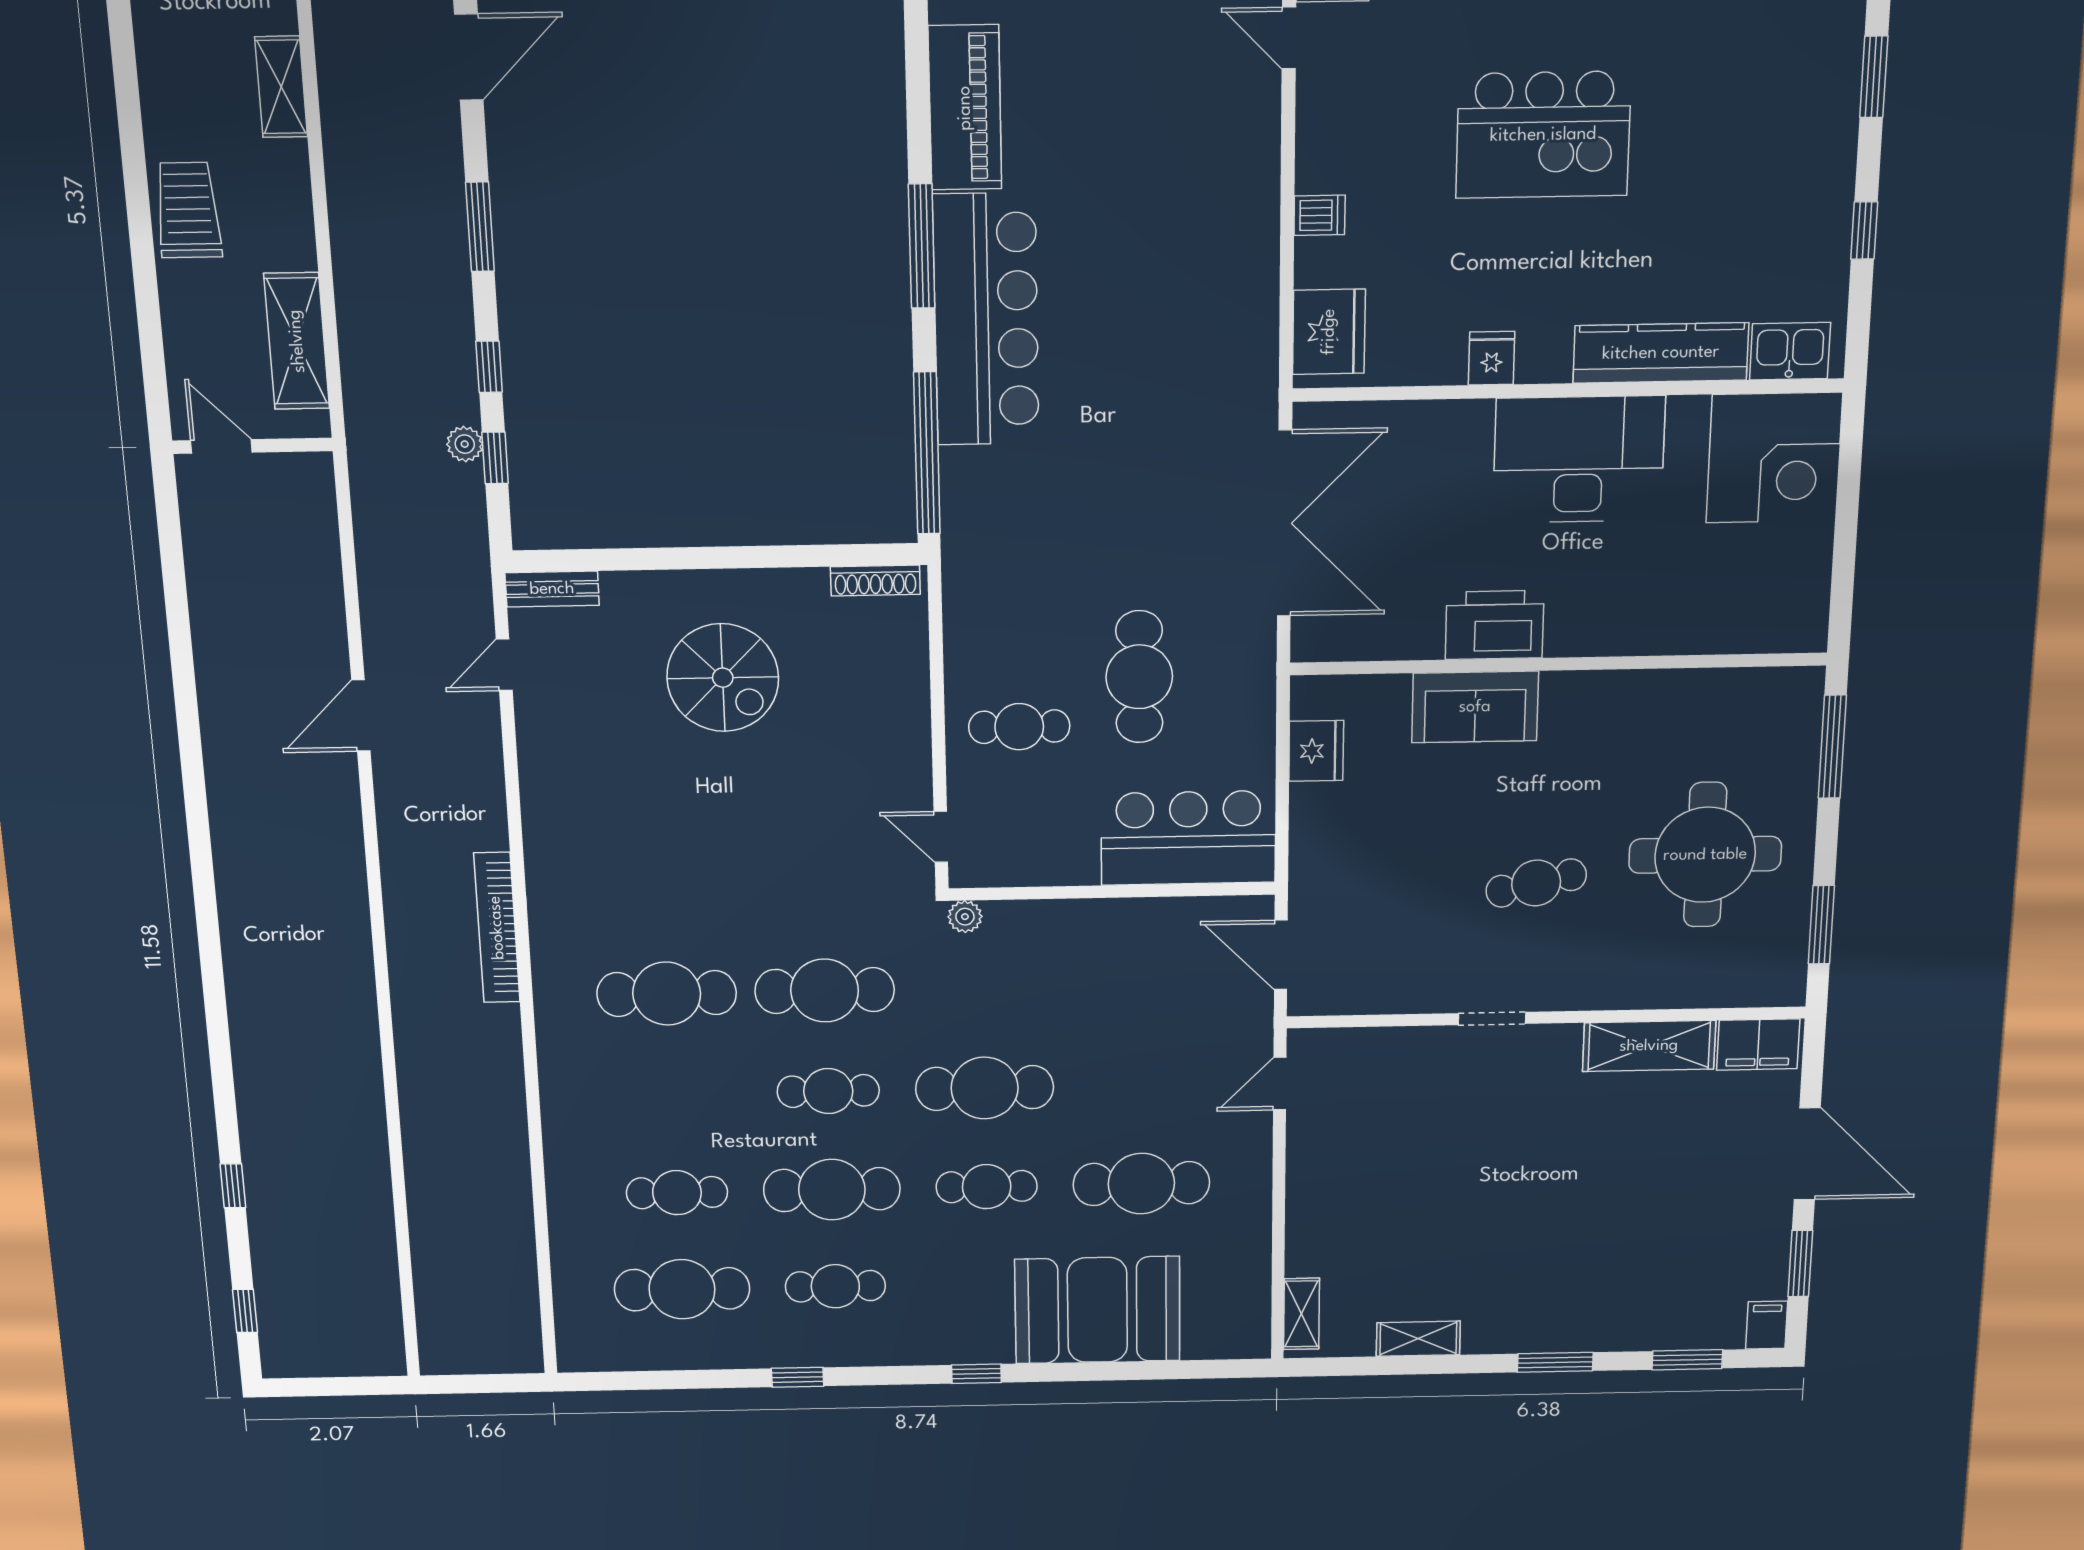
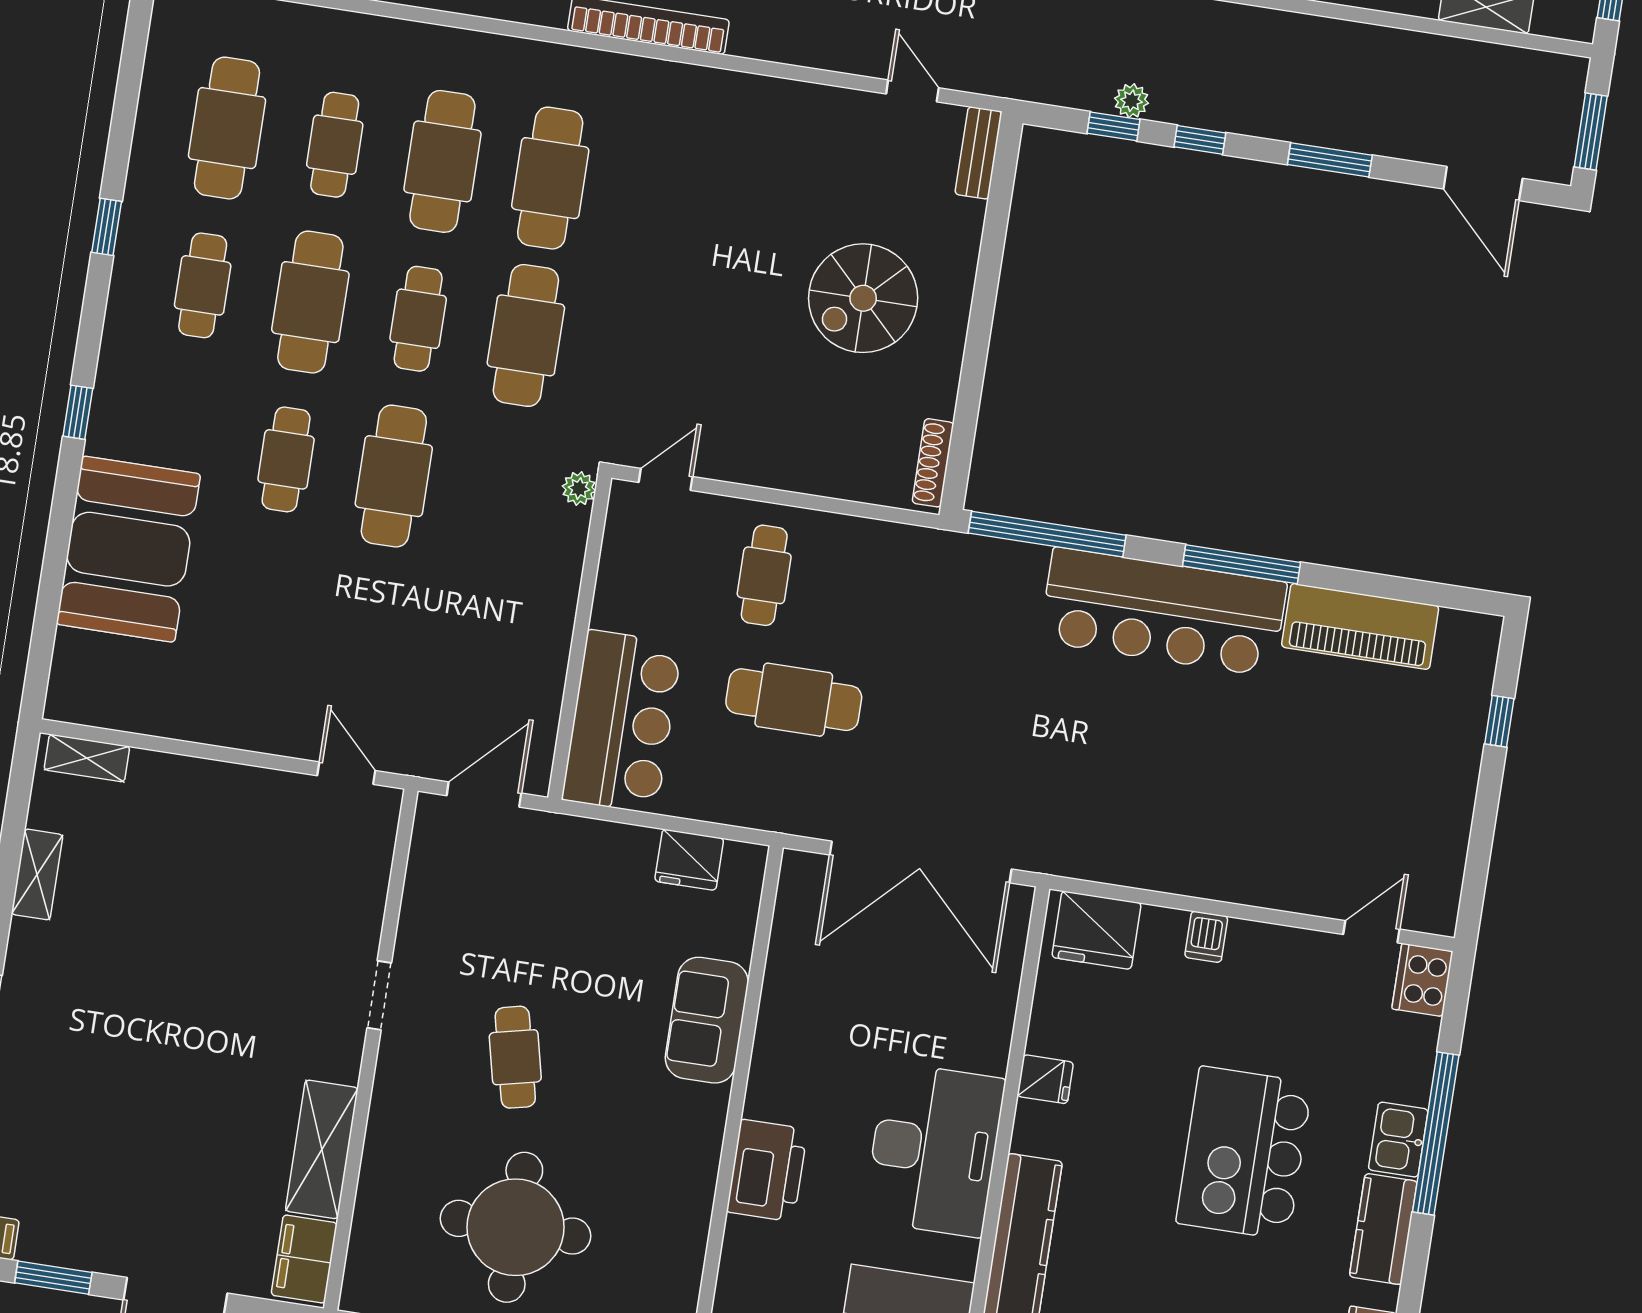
printer: (1495, 625) -> (767, 1171), moved
cafe table: (1141, 1184) -> (442, 161), moved

